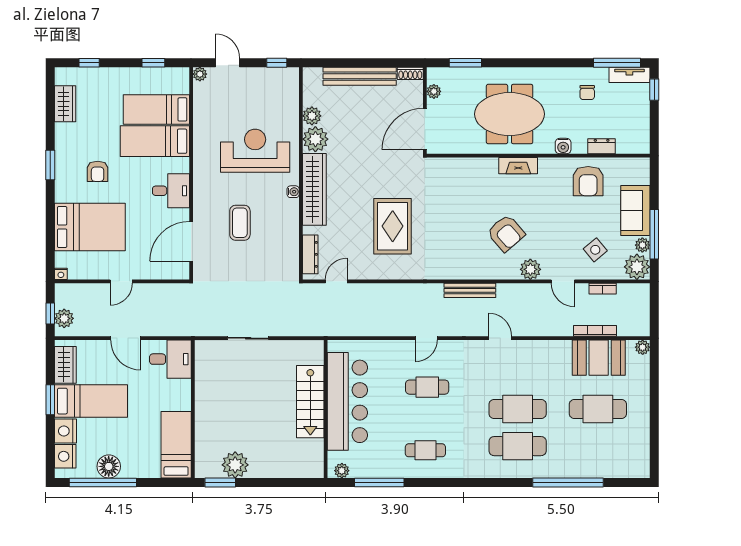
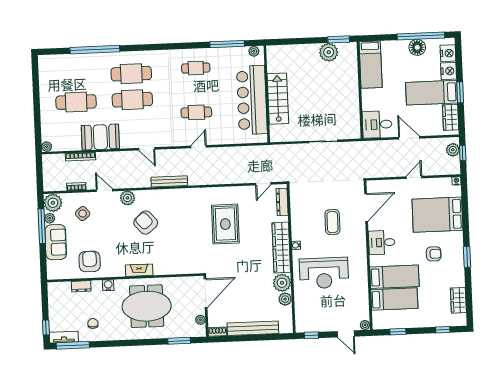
armchair: (98, 171) -> (434, 254), turned 90
booth: (599, 358) -> (100, 137), moved

